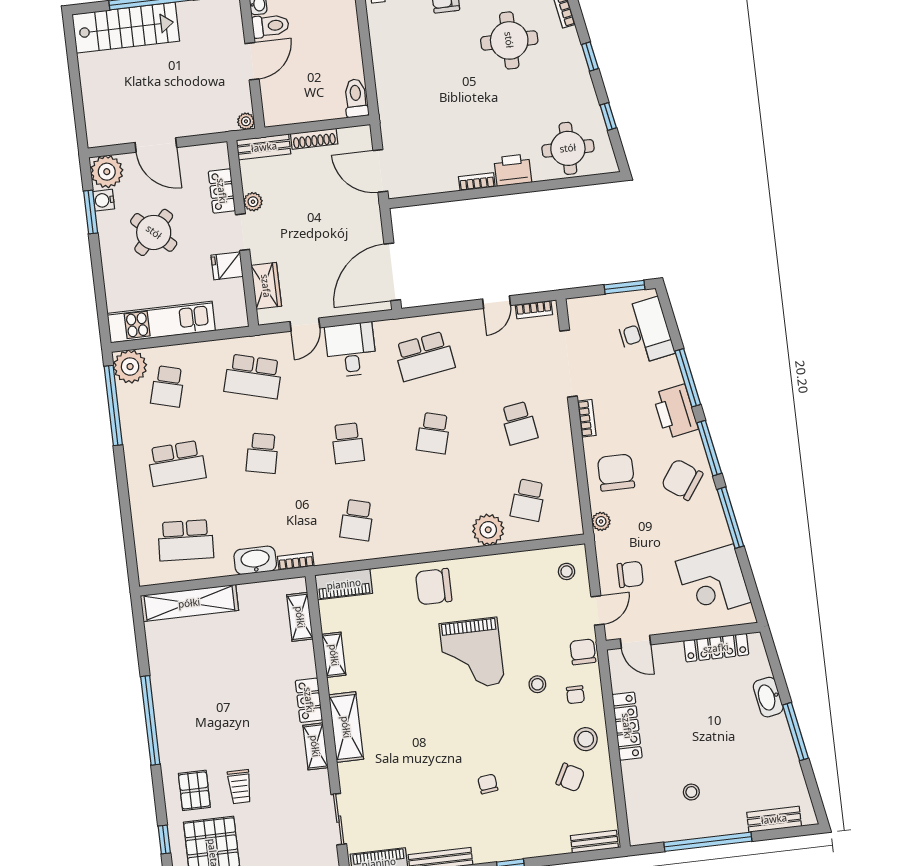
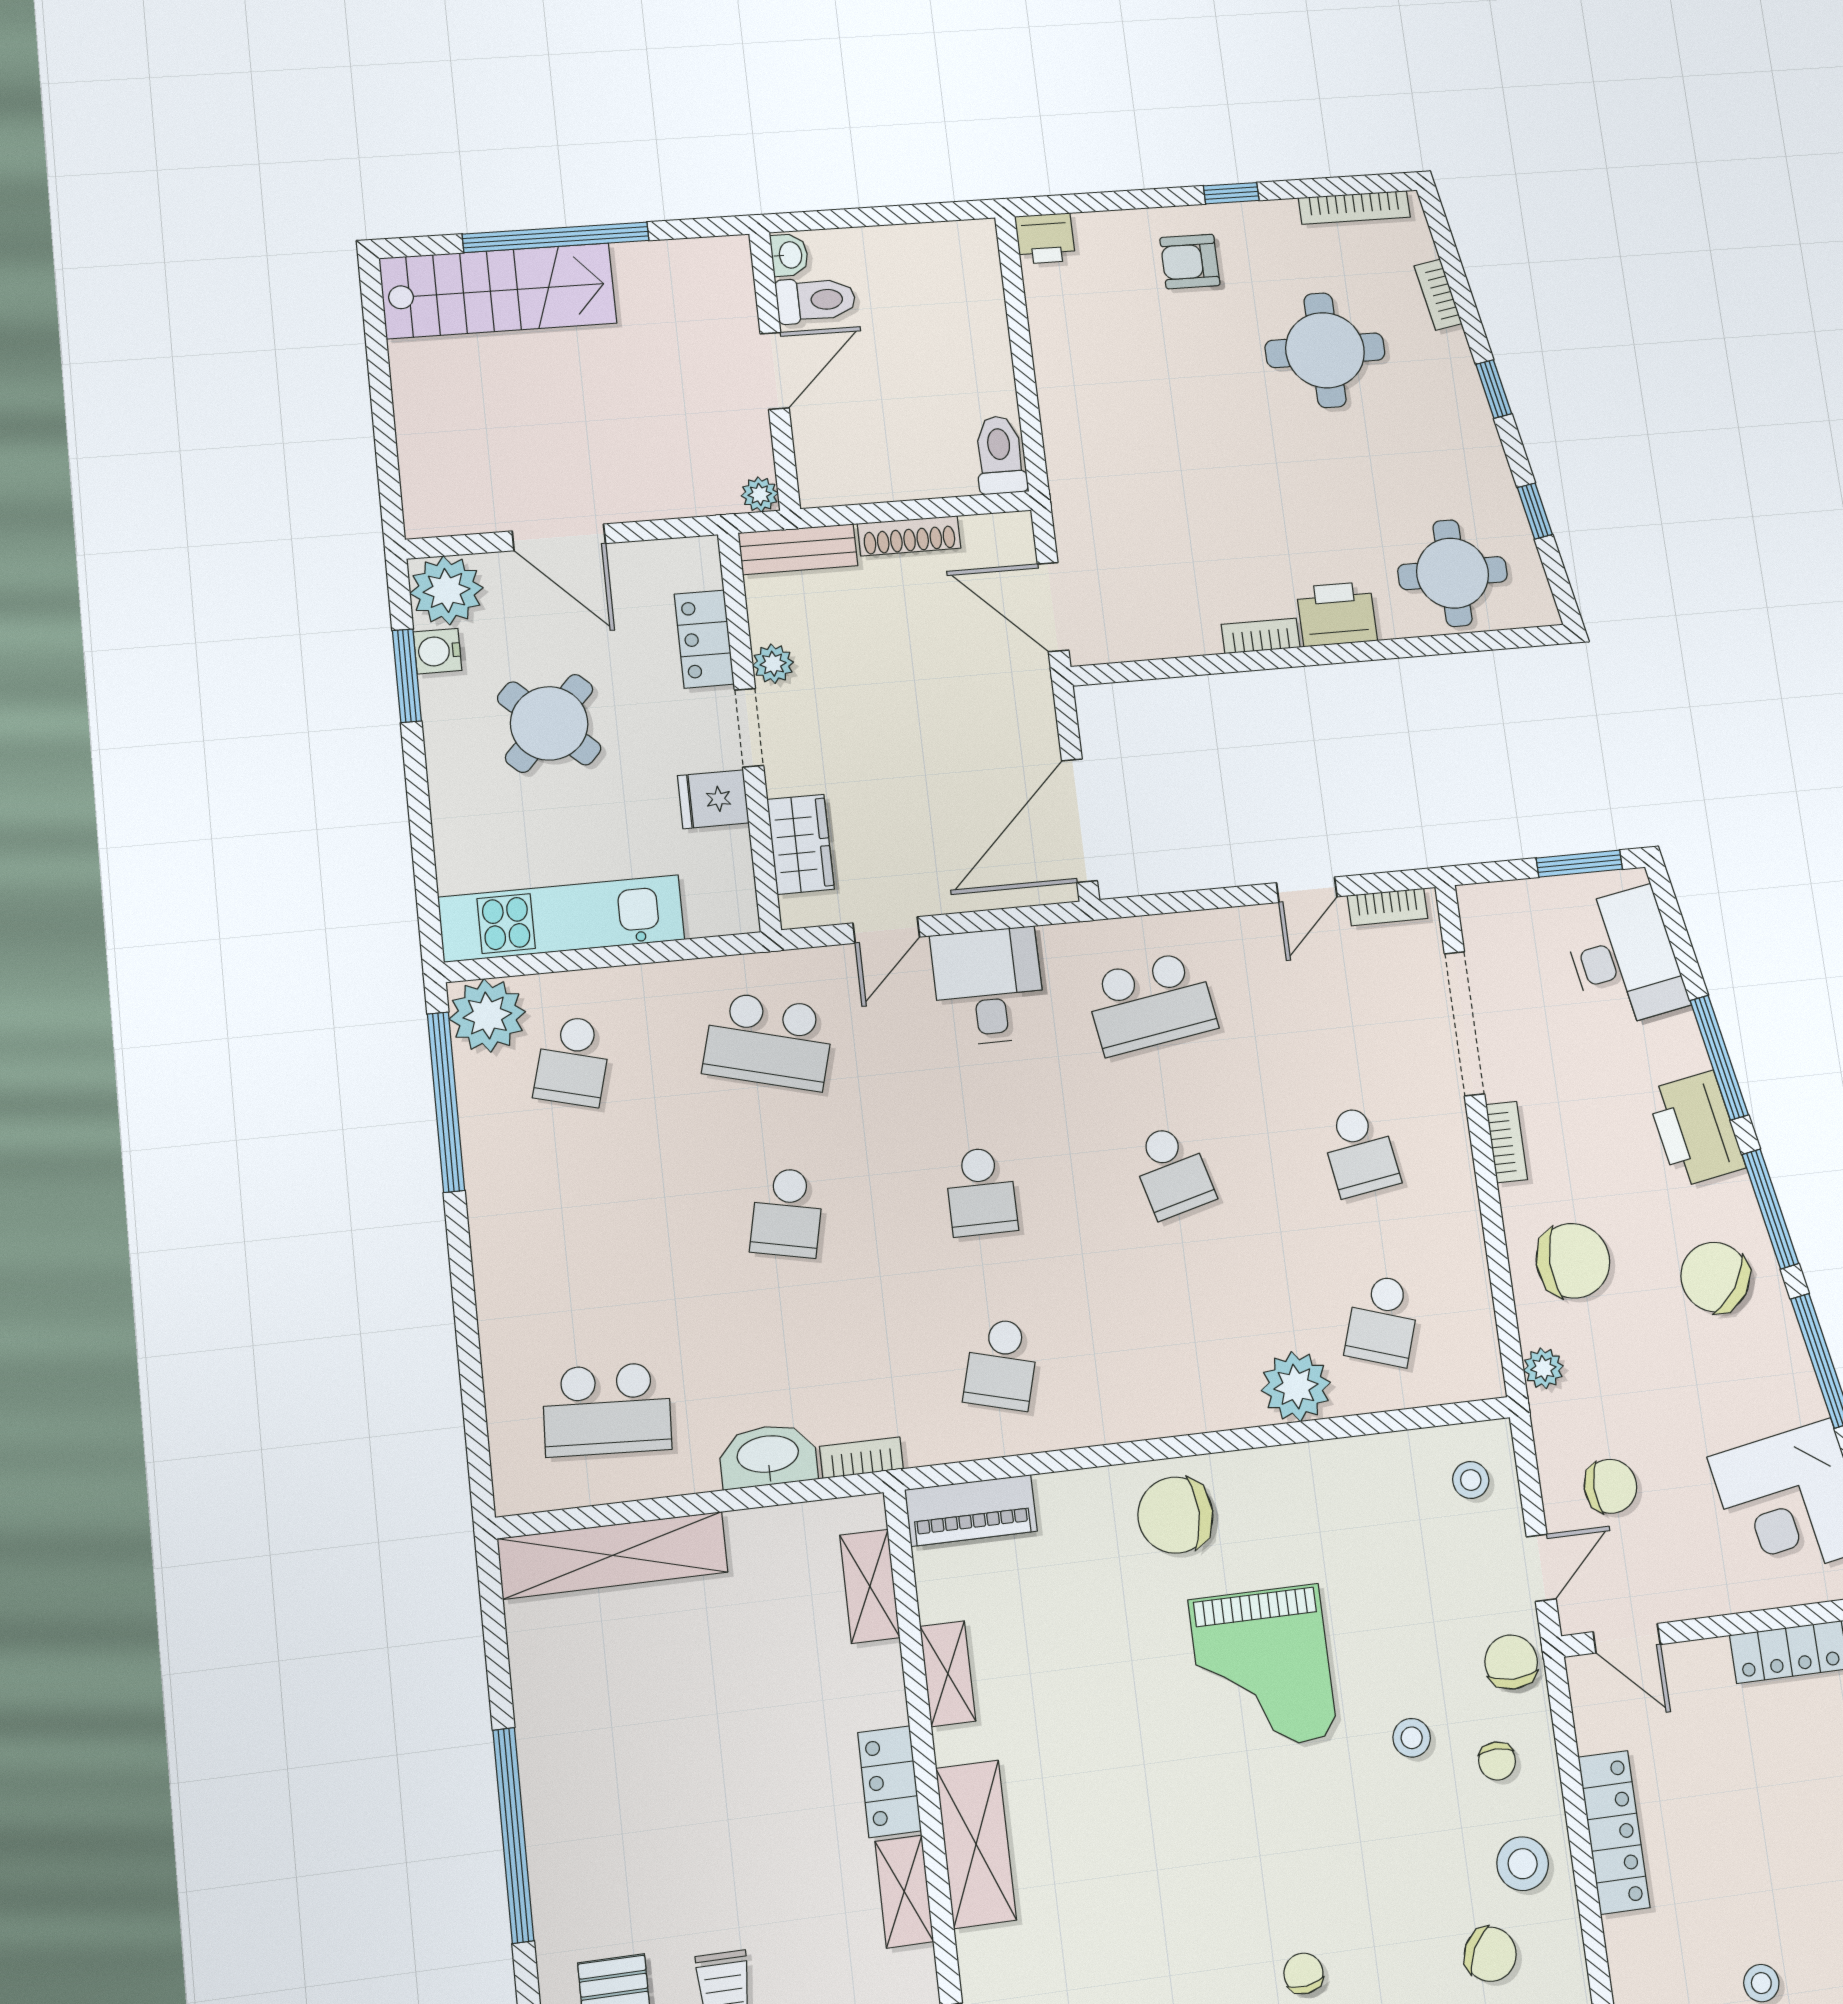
school desk: (433, 433) -> (1172, 1171), turned -30
school desk: (177, 463) -> (590, 1234), removed
chair: (616, 473) -> (1573, 1261), turned 90

